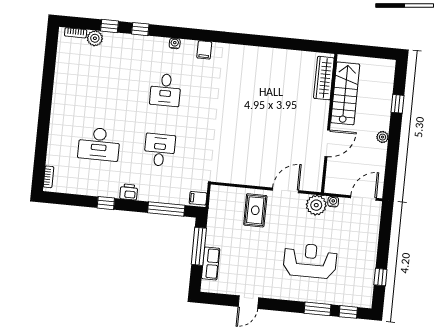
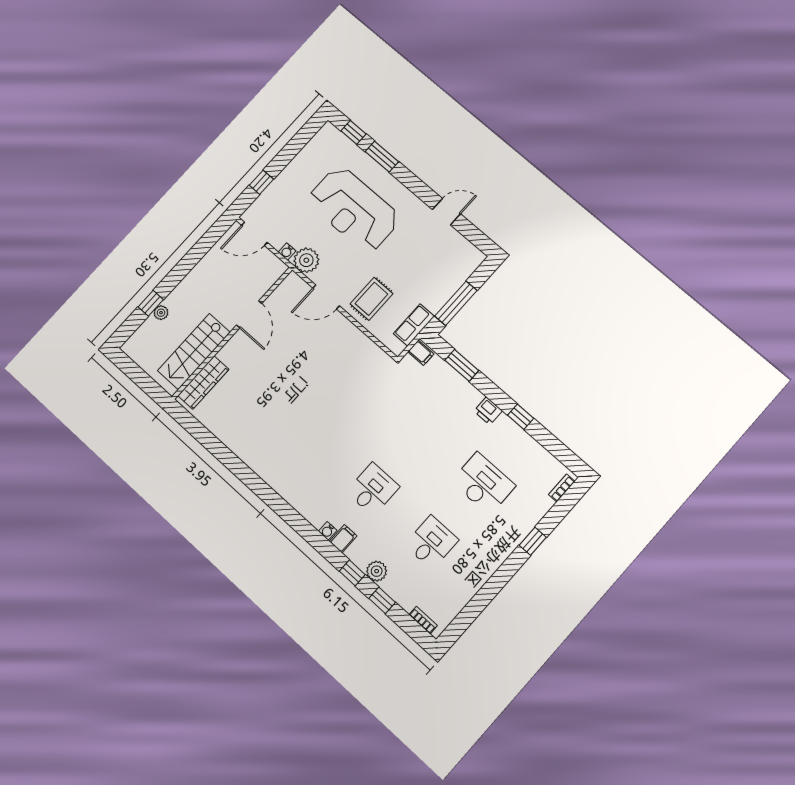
plant: (95, 38) -> (377, 571), moved
filing cabinet: (204, 50) -> (343, 539), moved
window: (43, 131) -> (533, 541), added
plant: (383, 137) -> (161, 313), moved
door: (327, 143) -> (249, 314), swing flipped
desk: (160, 150) -> (431, 542), moved, turned 180
window: (166, 209) -> (462, 365), width x0.69
reception desk: (310, 261) -> (354, 209), width x1.36, depth x1.30
row of seats: (211, 263) -> (414, 325), moved
window: (380, 277) -> (261, 182), moved

